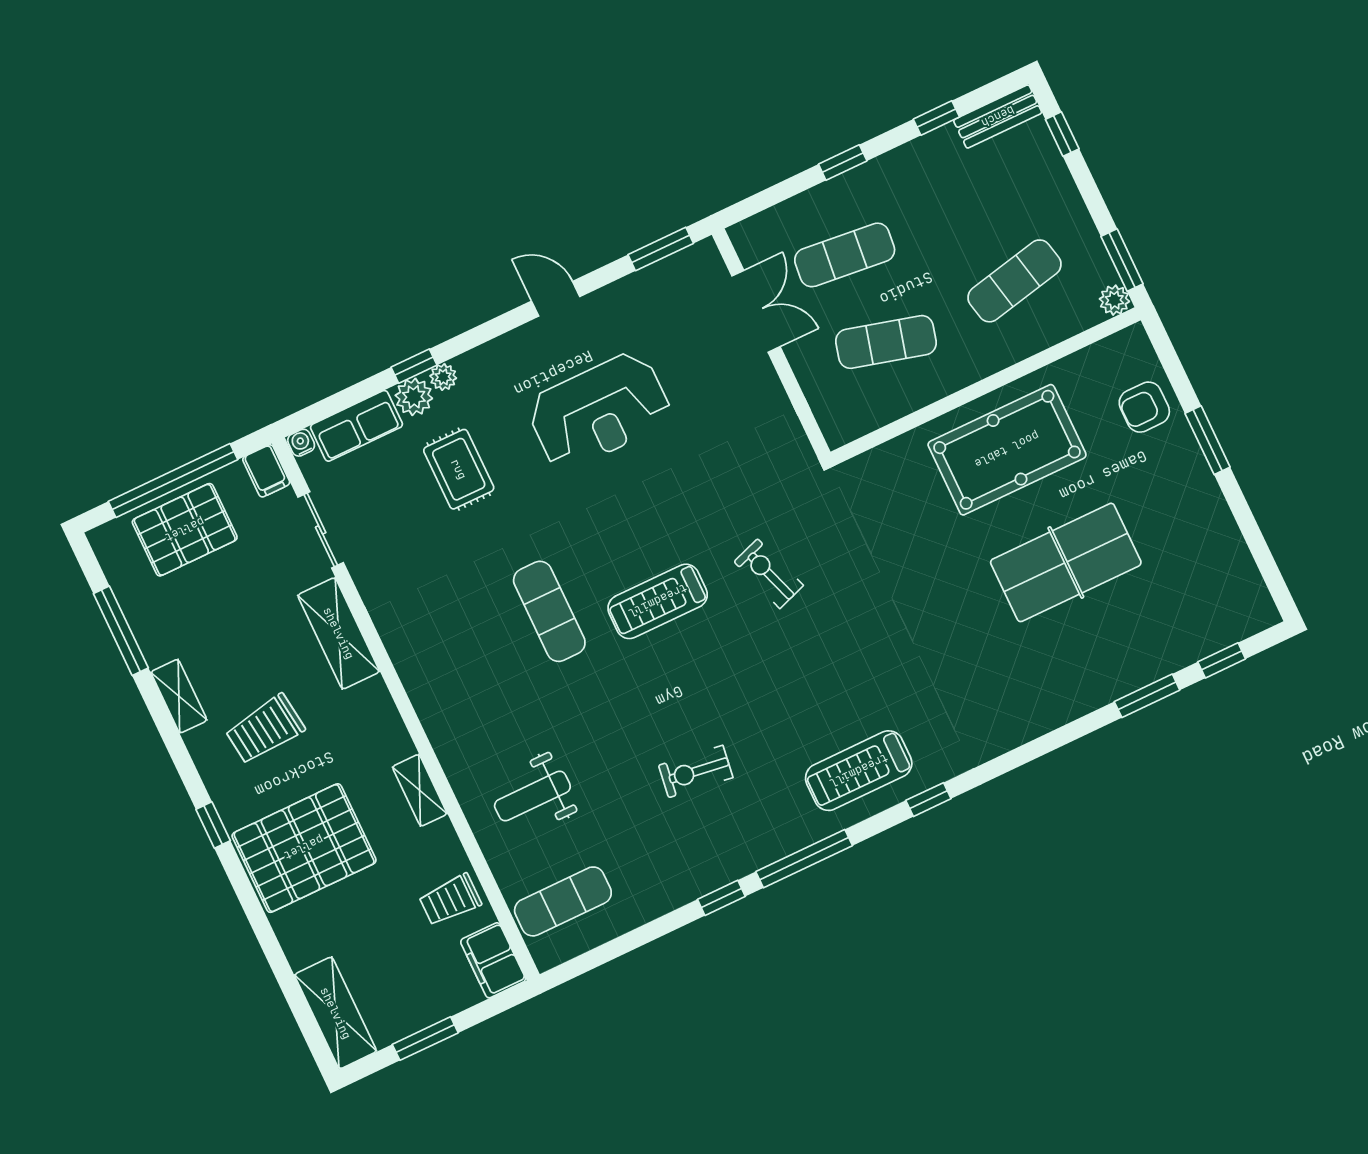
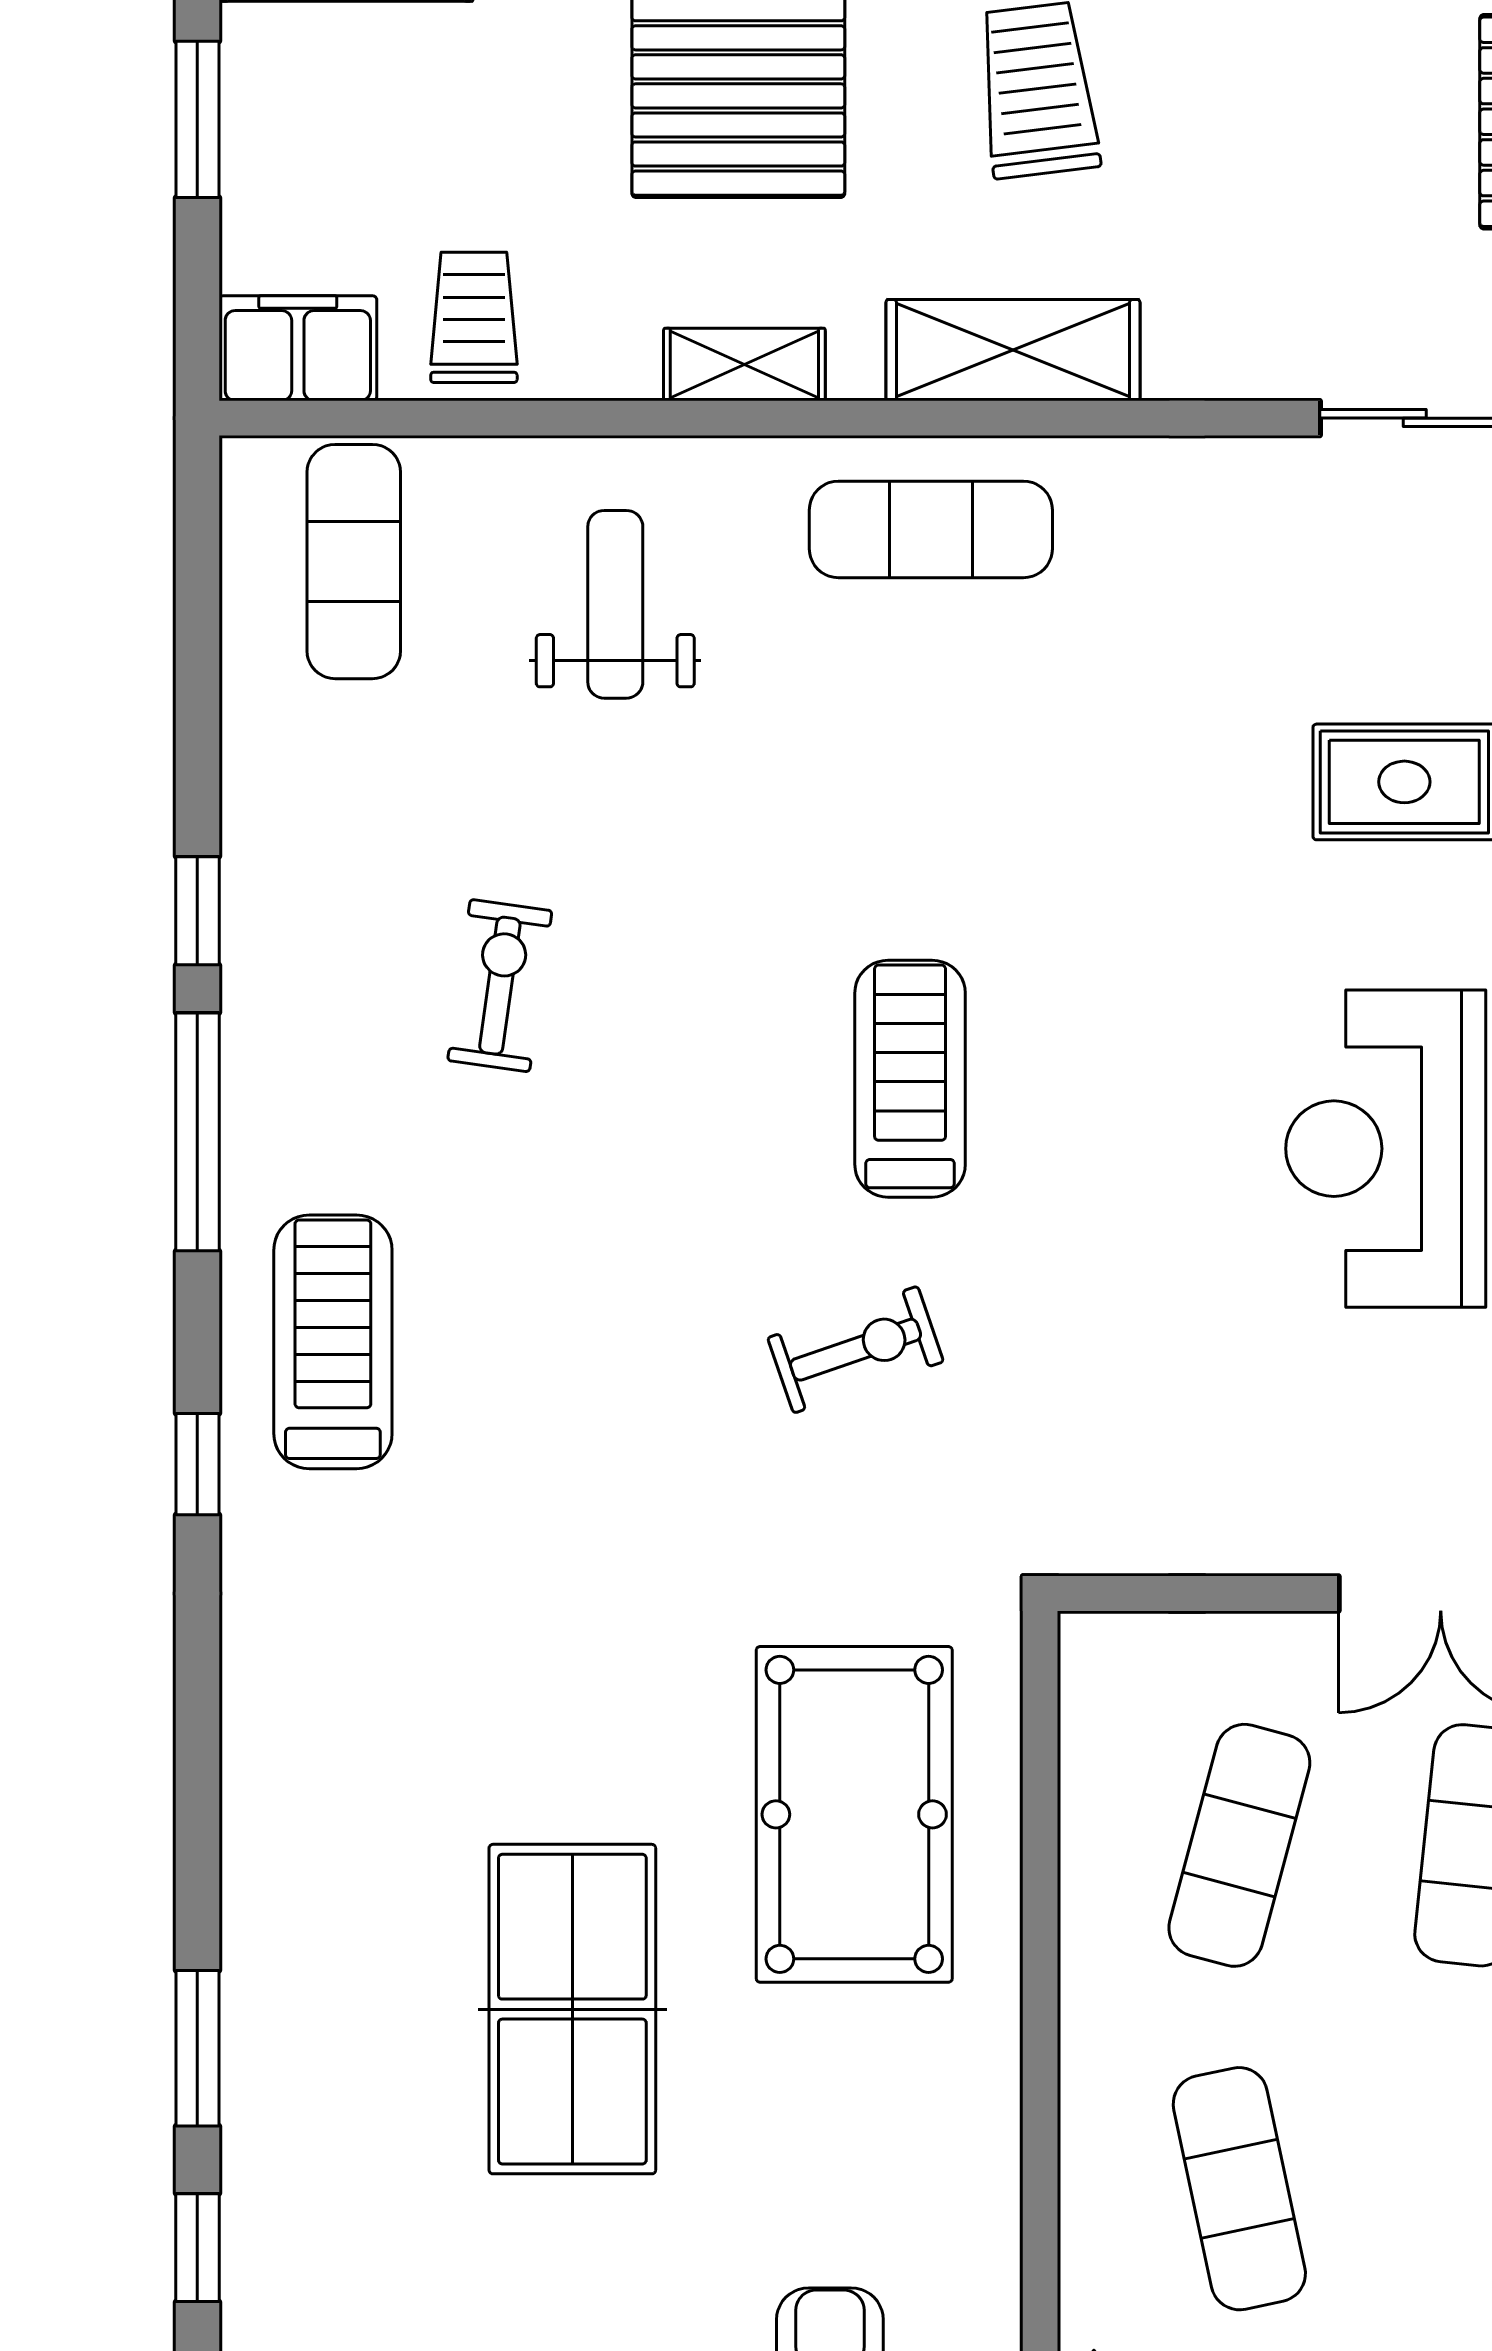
pool table: (1007, 450) -> (854, 1814), moved
exercise mat: (549, 611) -> (931, 529), moved
shelving: (339, 633) -> (1013, 350), moved

